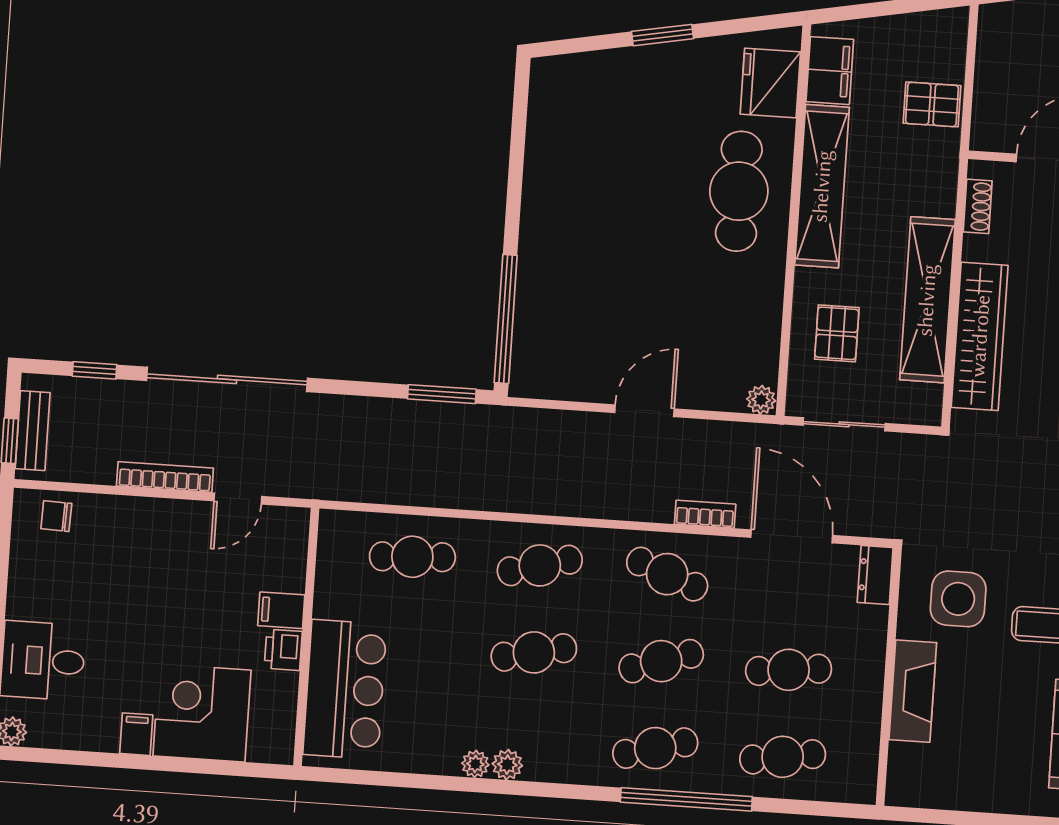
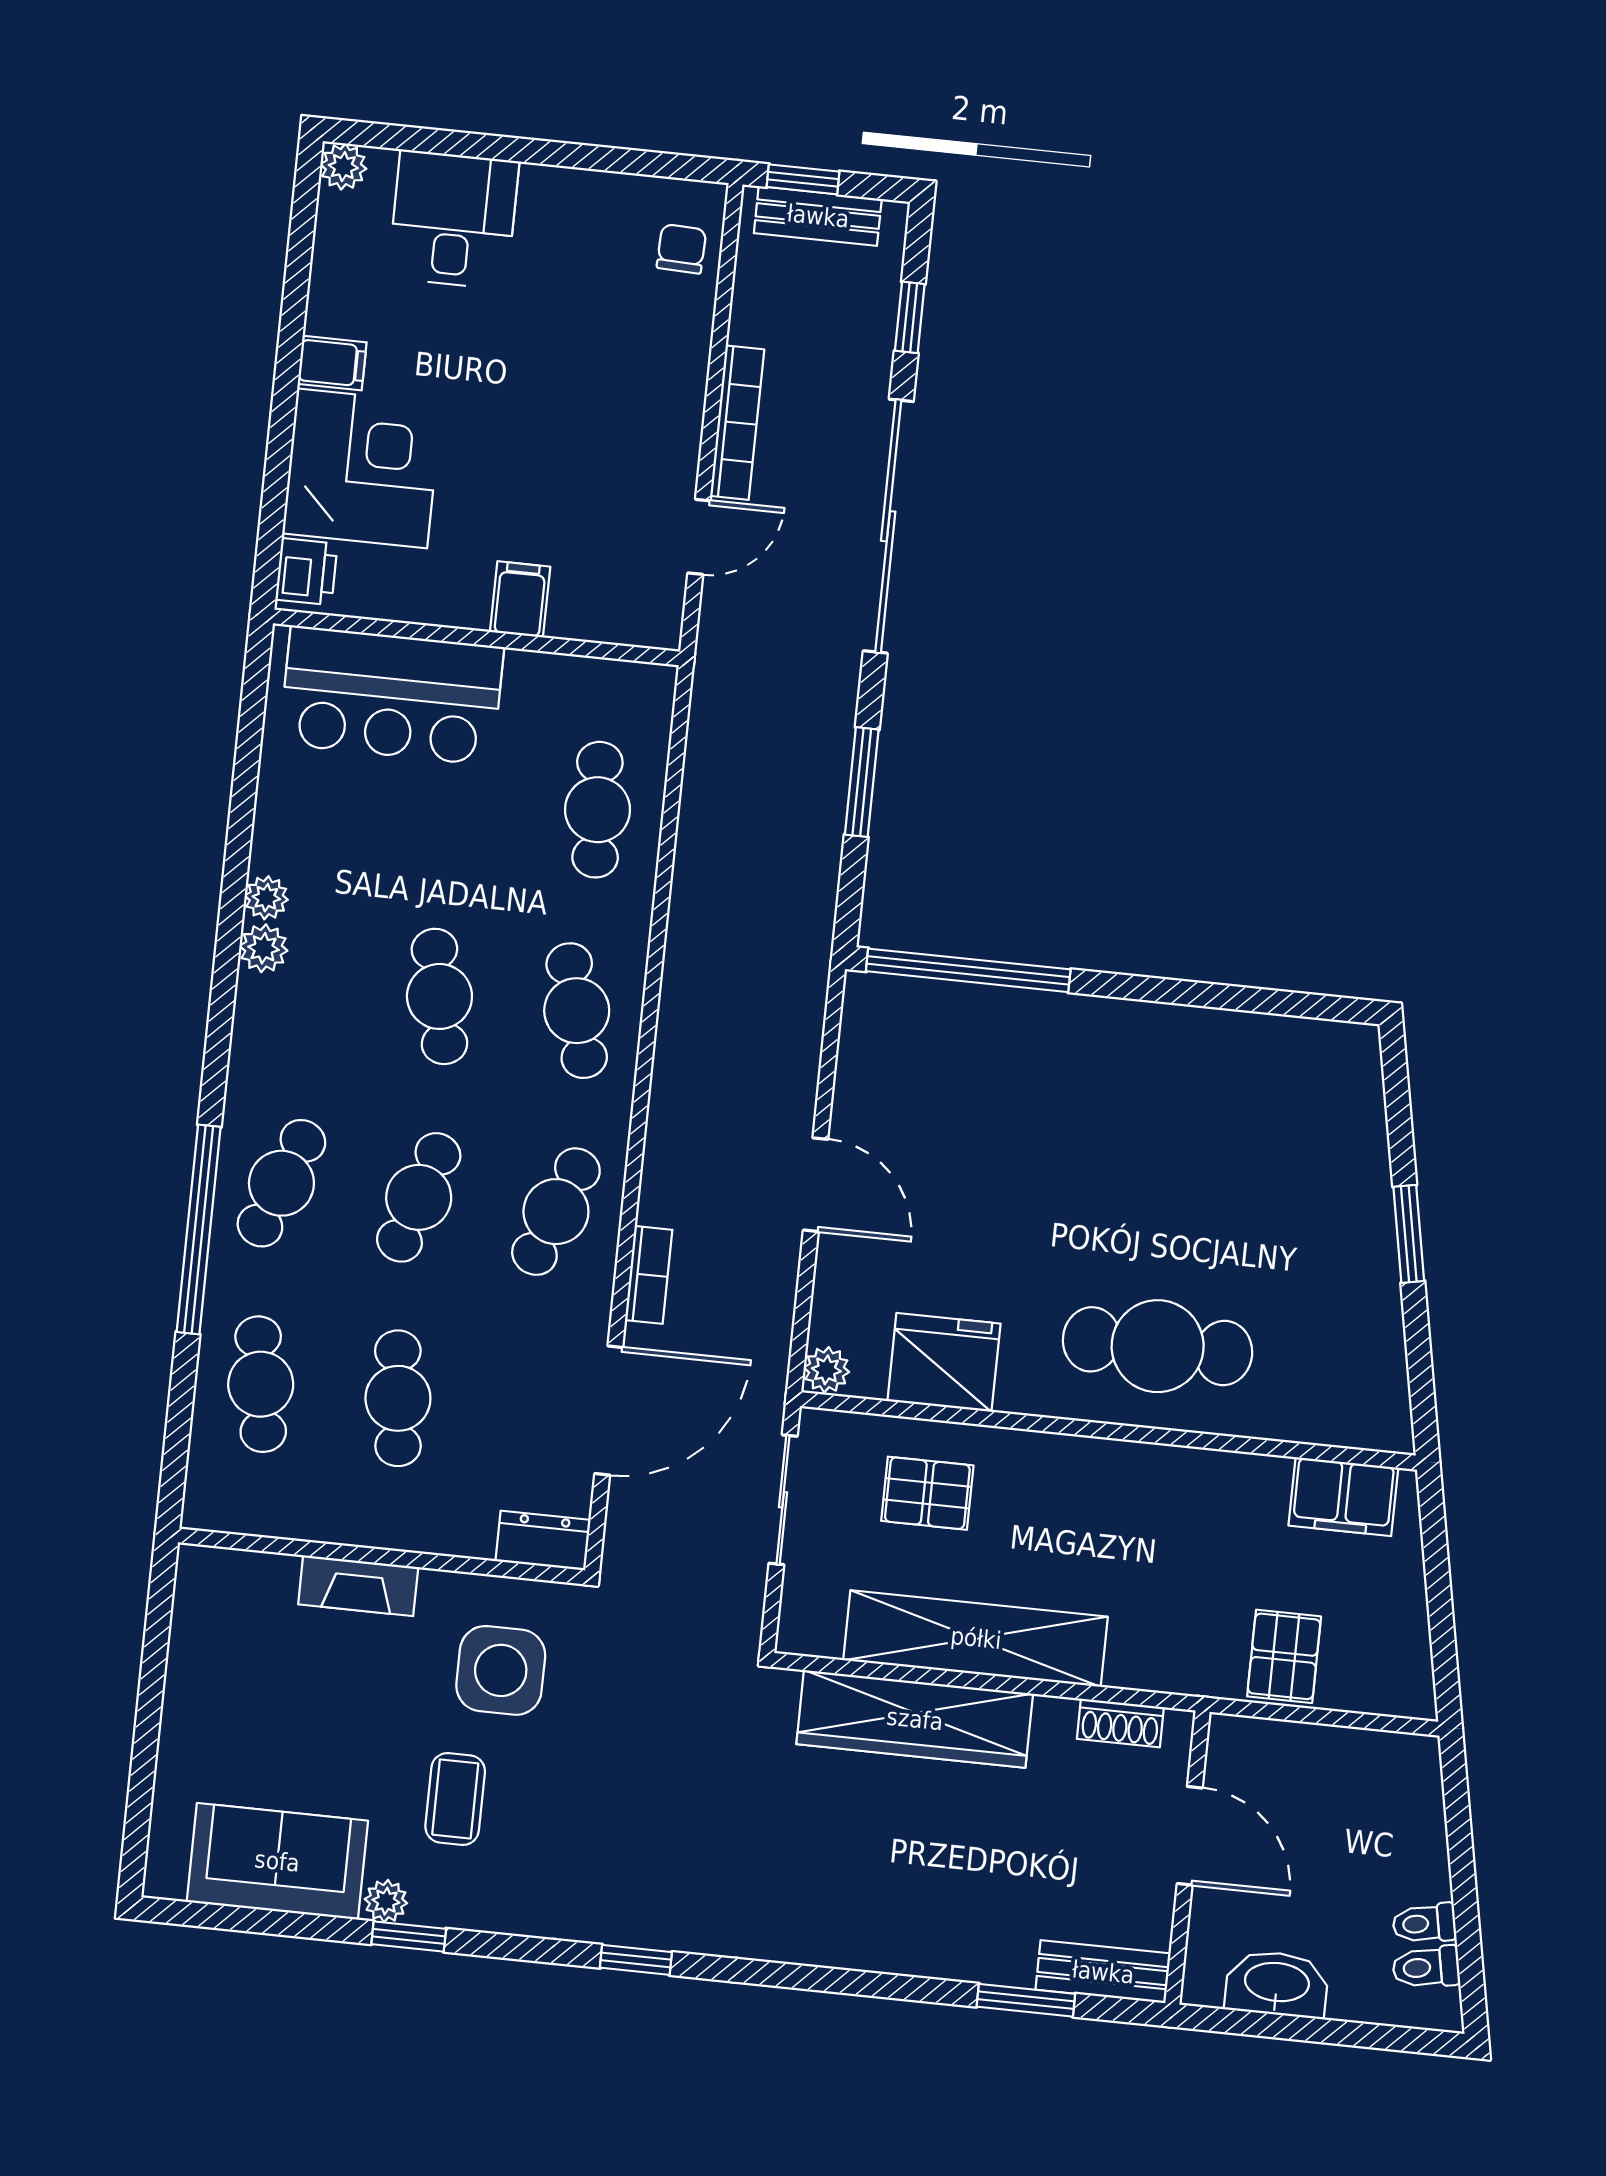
fridge: (770, 83) -> (944, 1362), moved
shelving: (822, 186) -> (1161, 1478), removed
window: (442, 394) -> (862, 782), moved
door: (238, 499) -> (699, 537), swing flipped
printer: (283, 650) -> (306, 572), moved, turned 90
cafe table: (661, 661) -> (419, 1197), turned 36
fireplace: (913, 691) -> (358, 1586), width x0.73, depth x0.76
cafe table: (655, 748) -> (281, 1183), turned 36

